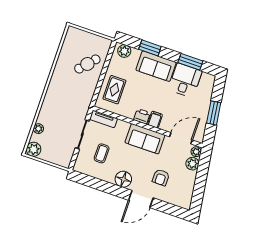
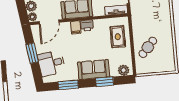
desk: (185, 80) -> (51, 63), moved, turned 82

